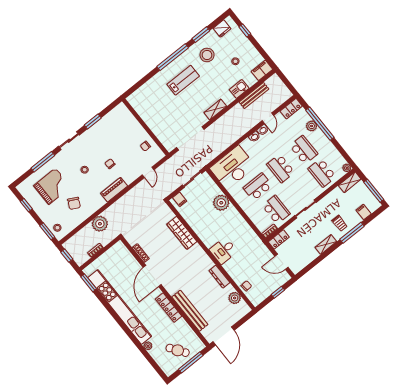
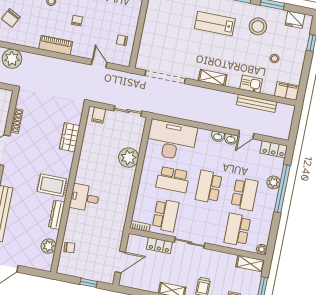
lab bench: (183, 80) -> (215, 24), turned 180
door: (148, 172) -> (99, 64), swing flipped
school desk: (258, 187) -> (173, 180), turned 180
wardrobe: (182, 233) -> (70, 137), width x0.67
locker: (279, 239) -> (159, 245), moved
door: (282, 262) -> (120, 262), swing flipped
rug: (199, 264) -> (52, 185), added

